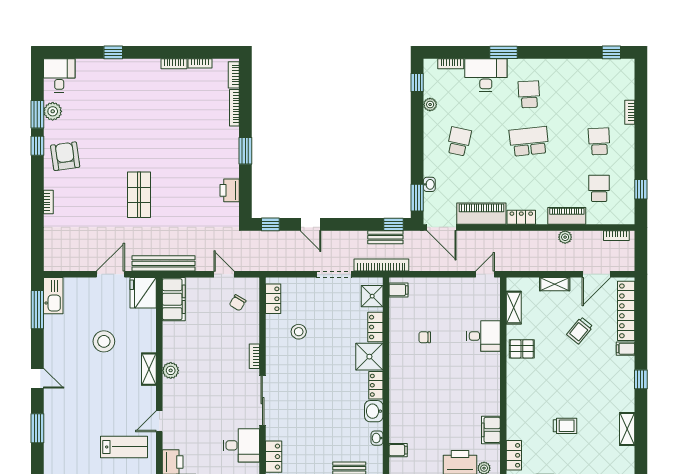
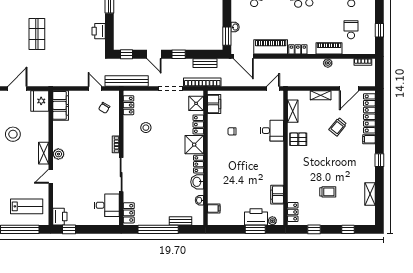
window: (393, 224) -> (179, 54), moved
bench: (164, 263) -> (127, 81), moved
filing cabinet: (399, 290) -> (214, 104), width x2.00
door: (159, 421) -> (51, 176), moved

